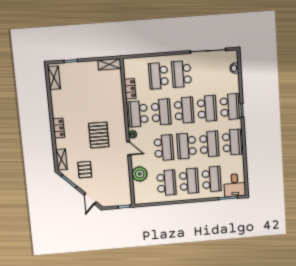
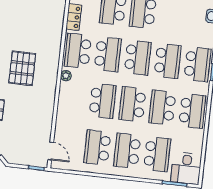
school desk: (209, 144) -> (162, 108), turned 180
door: (129, 148) -> (51, 151), moved
plant: (140, 174) -> (65, 129), removed
school desk: (189, 181) -> (127, 151), turned 180
school desk: (166, 183) -> (97, 147), turned 180

